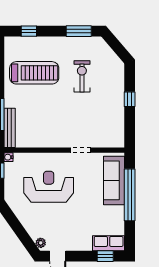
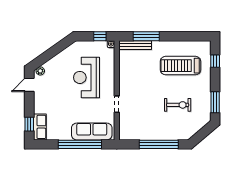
treadmill: (34, 73) -> (181, 66), turned 90
window: (130, 99) -> (159, 144), width x3.17
reception desk: (49, 187) -> (87, 77), turned 180

